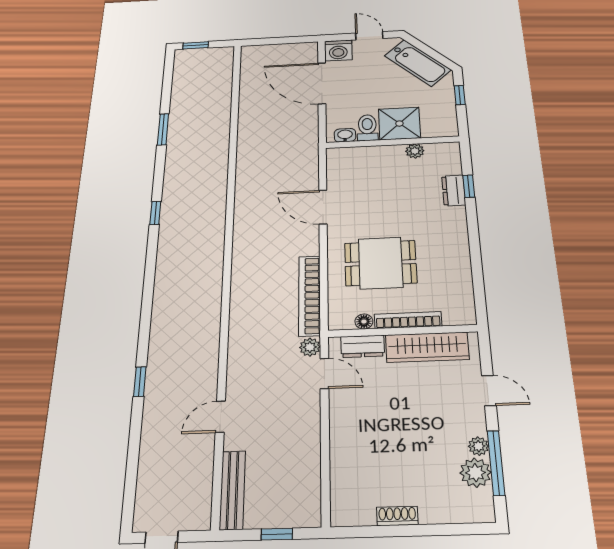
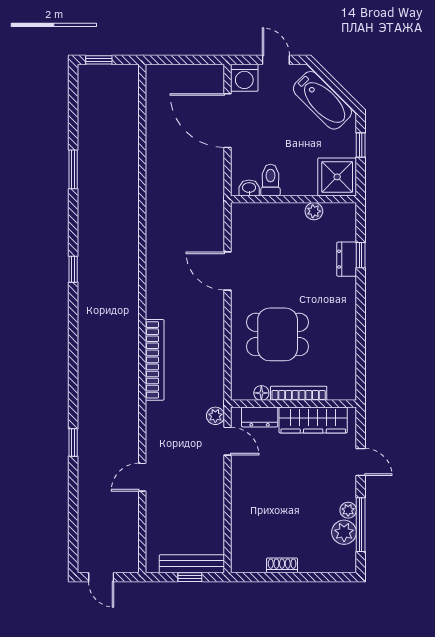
shower: (399, 124) -> (337, 177), moved
bookcase: (309, 295) -> (155, 360), moved, turned 180
bench: (233, 490) -> (192, 564), moved, turned 90

